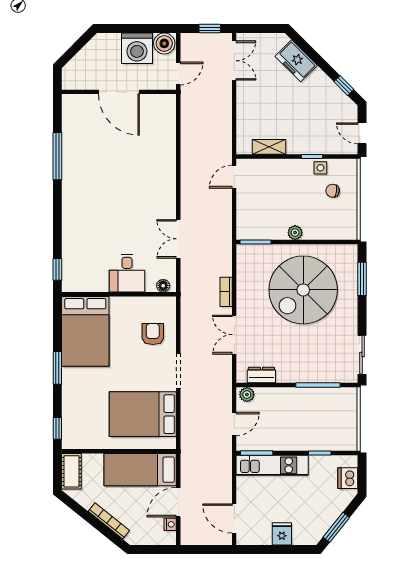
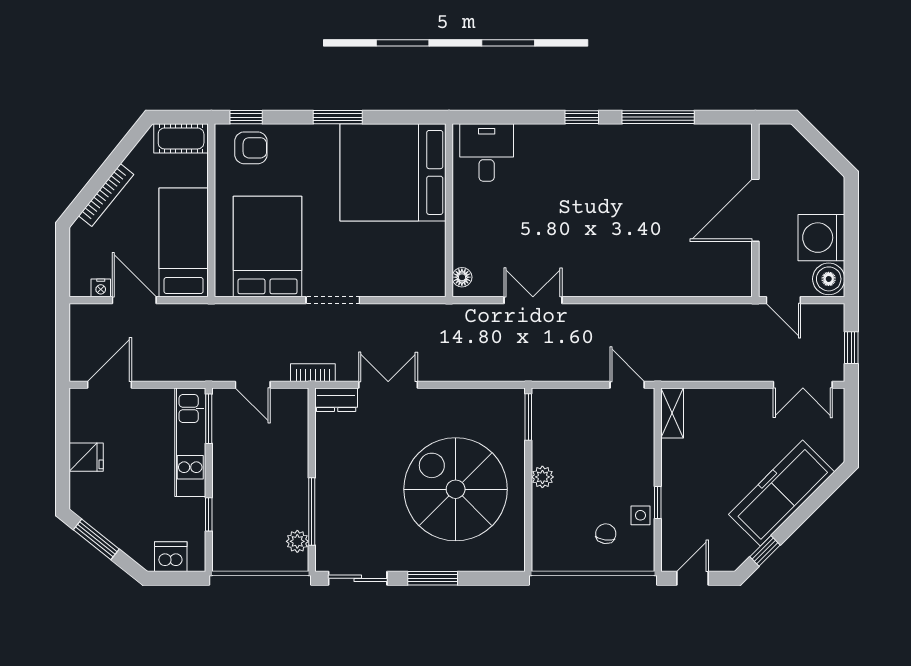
freezer: (296, 61) -> (782, 493), width x1.91, depth x1.26
shelving: (269, 147) -> (672, 413), moved
window: (57, 269) -> (582, 117), moved
desk: (127, 273) -> (487, 153), moved, turned 90
window: (362, 279) -> (433, 578), moved
bookcase: (226, 292) -> (313, 373), moved
bed: (85, 331) -> (393, 172), width x1.36
armchair: (153, 334) -> (251, 148), moved
dresser: (261, 375) -> (336, 400), moved, turned 90
plant: (247, 395) -> (297, 541), moved

